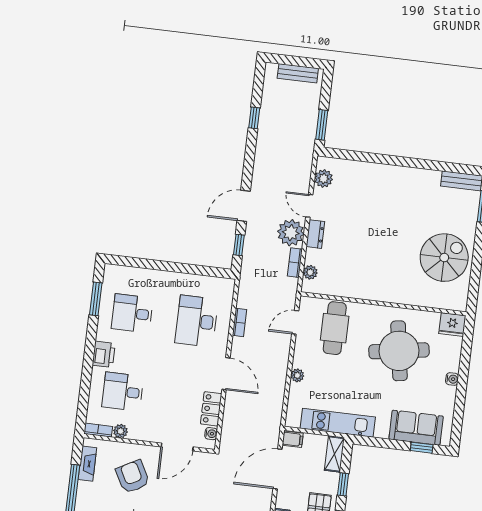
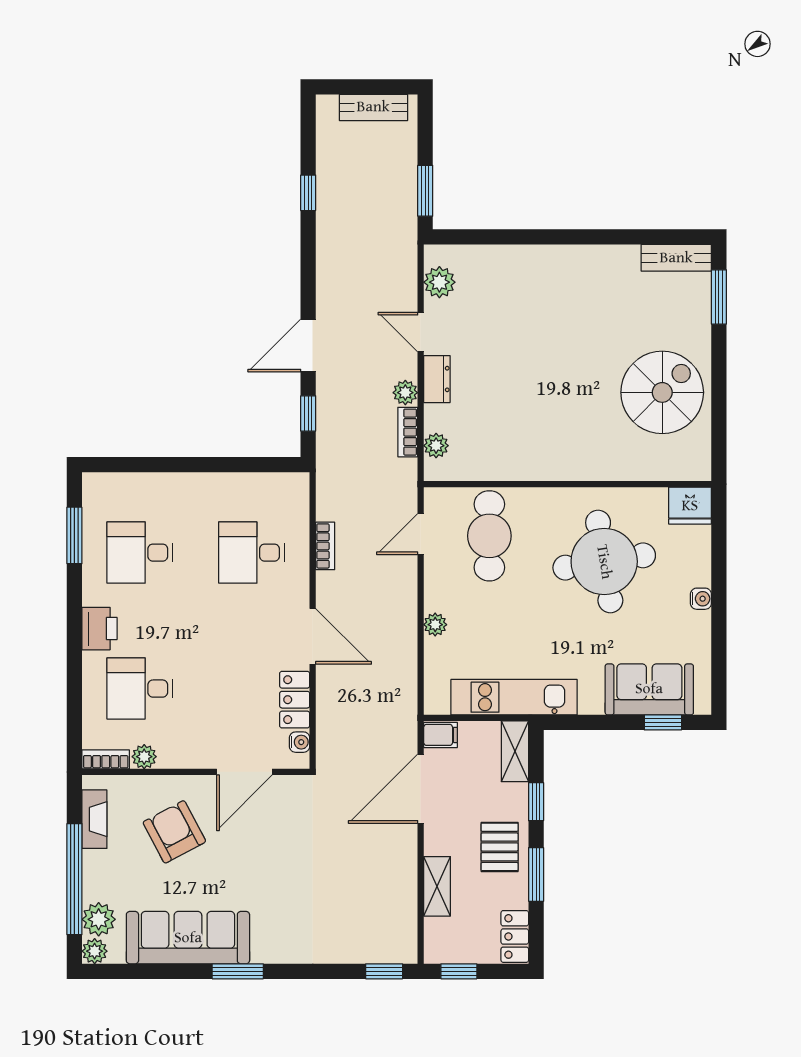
plant: (291, 233) -> (405, 393), width x0.53, depth x0.53
desk: (197, 321) -> (252, 553), width x0.73

